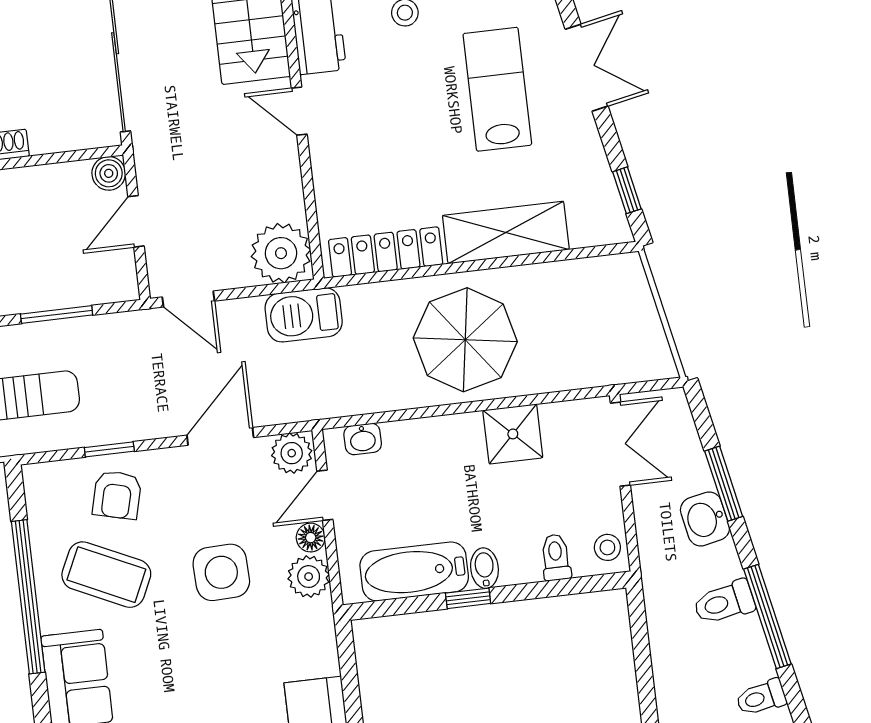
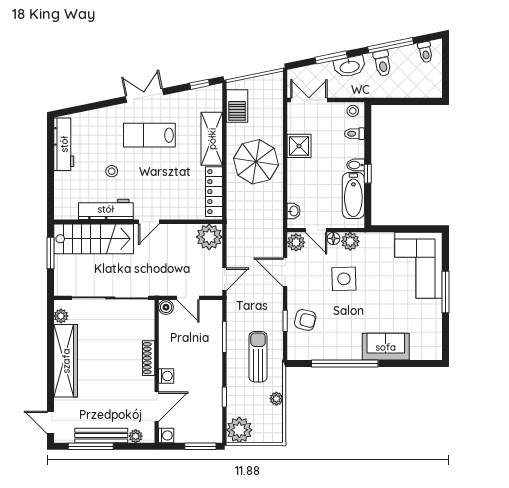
barbecue: (304, 315) -> (237, 106), moved
washbasin: (705, 519) -> (350, 67), width x1.38
coffee table: (106, 575) -> (339, 329), removed

